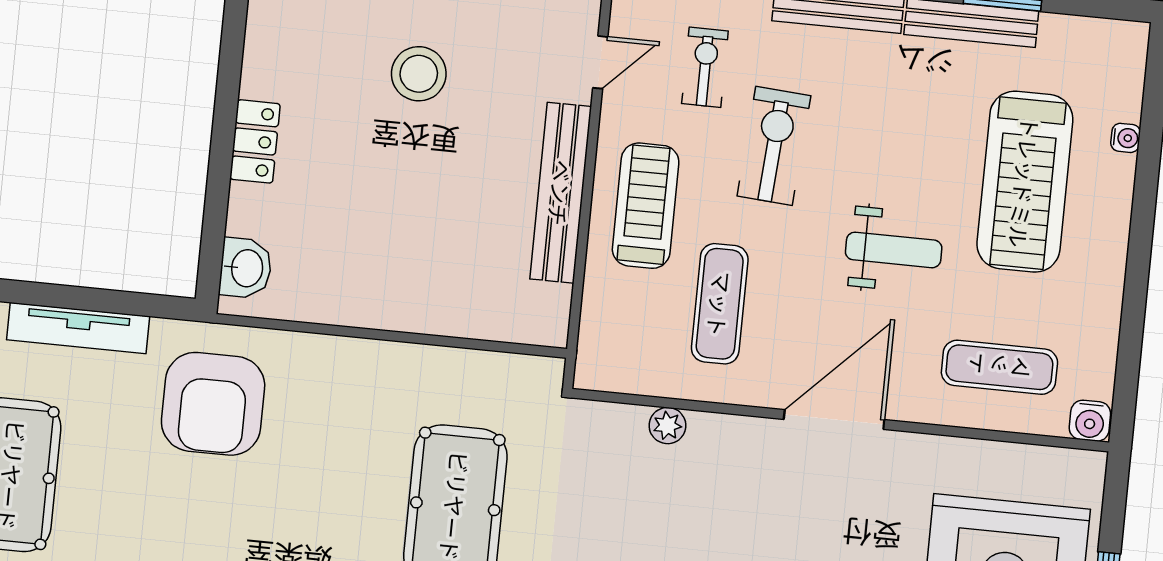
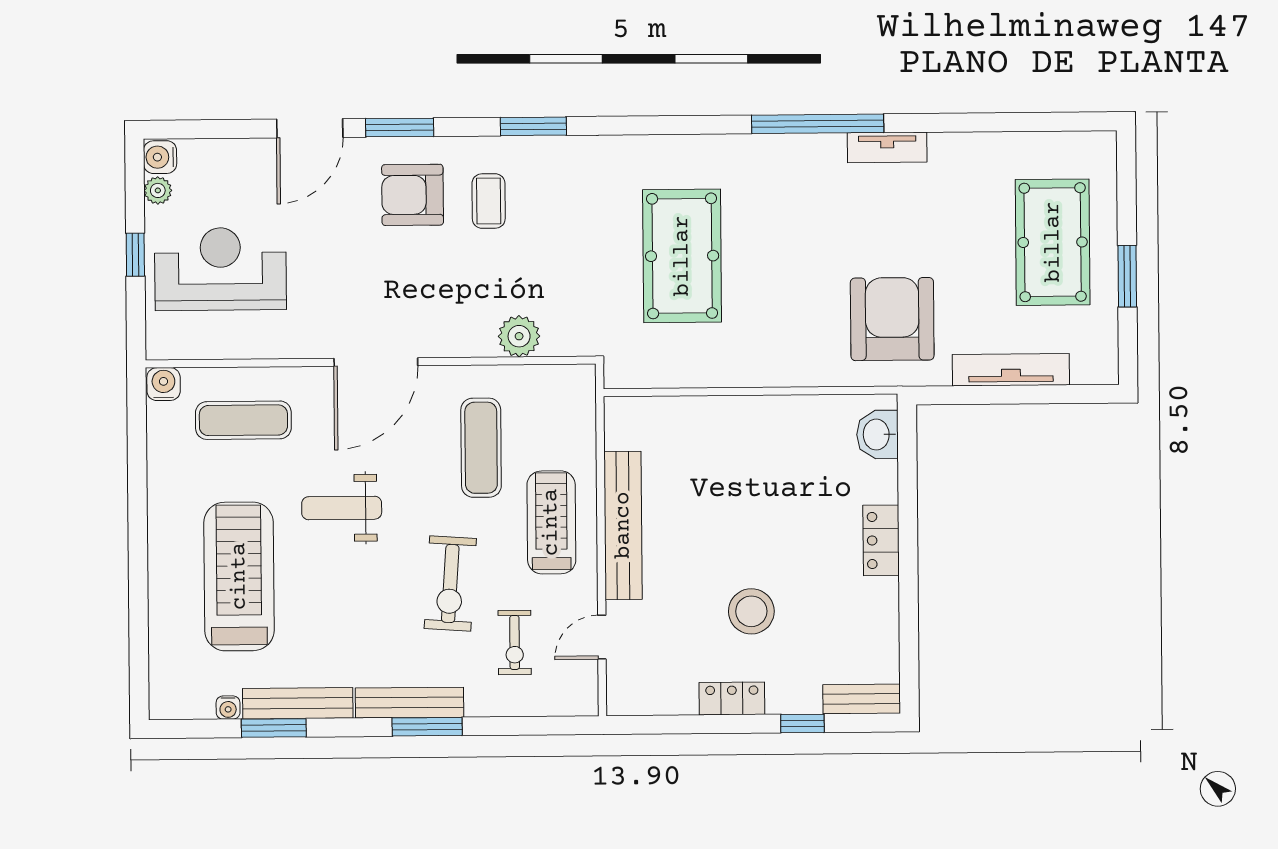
water cooler: (1126, 138) -> (228, 708), moved, turned -90
treadmill: (646, 206) -> (551, 522), turned 180
plant: (667, 426) -> (519, 336), width x1.38, depth x1.38

